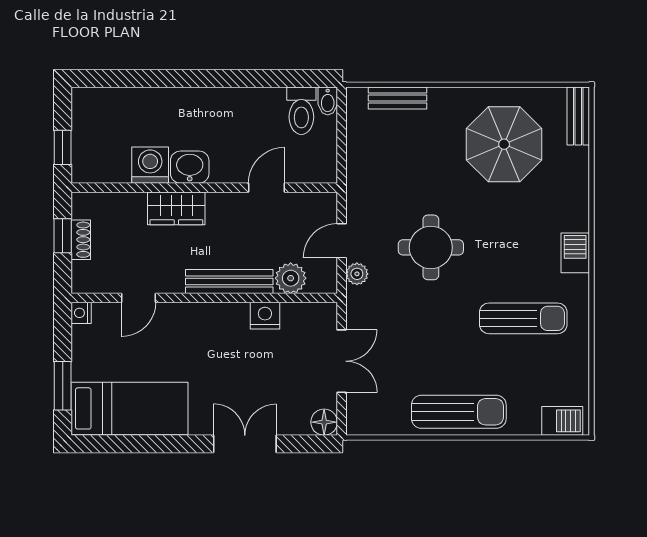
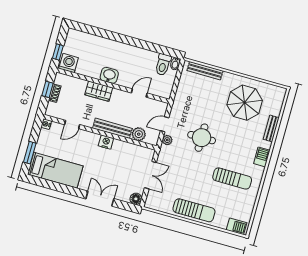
bench: (397, 98) -> (205, 71), width x1.36
bench: (578, 116) -> (271, 128), moved
washing machine: (150, 165) -> (69, 63), moved
nightstand: (265, 316) -> (106, 142), moved

